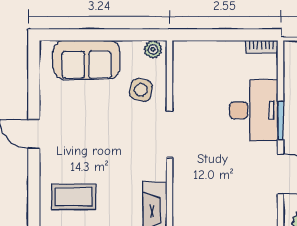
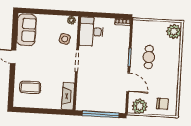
sofa: (87, 60) -> (26, 30), moved, turned -90
desk: (254, 110) -> (91, 32), moved, turned 180

